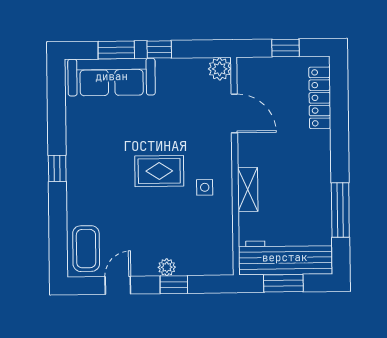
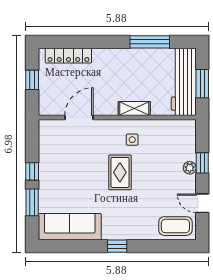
plant: (220, 69) -> (47, 128), removed
sofa: (112, 77) -> (70, 227), moved, turned -90

